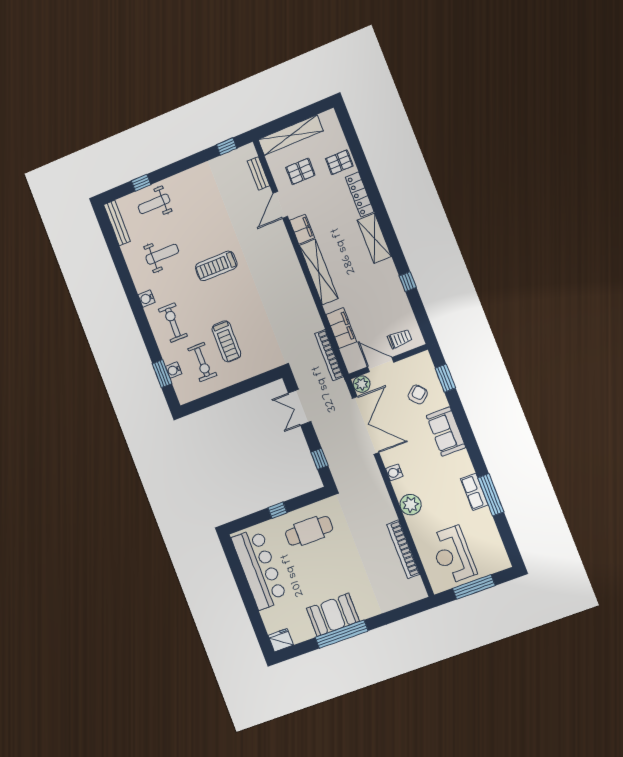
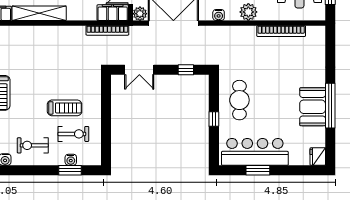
filing cabinet: (341, 328) -> (113, 13), moved
window: (241, 579) -> (258, 170), added

